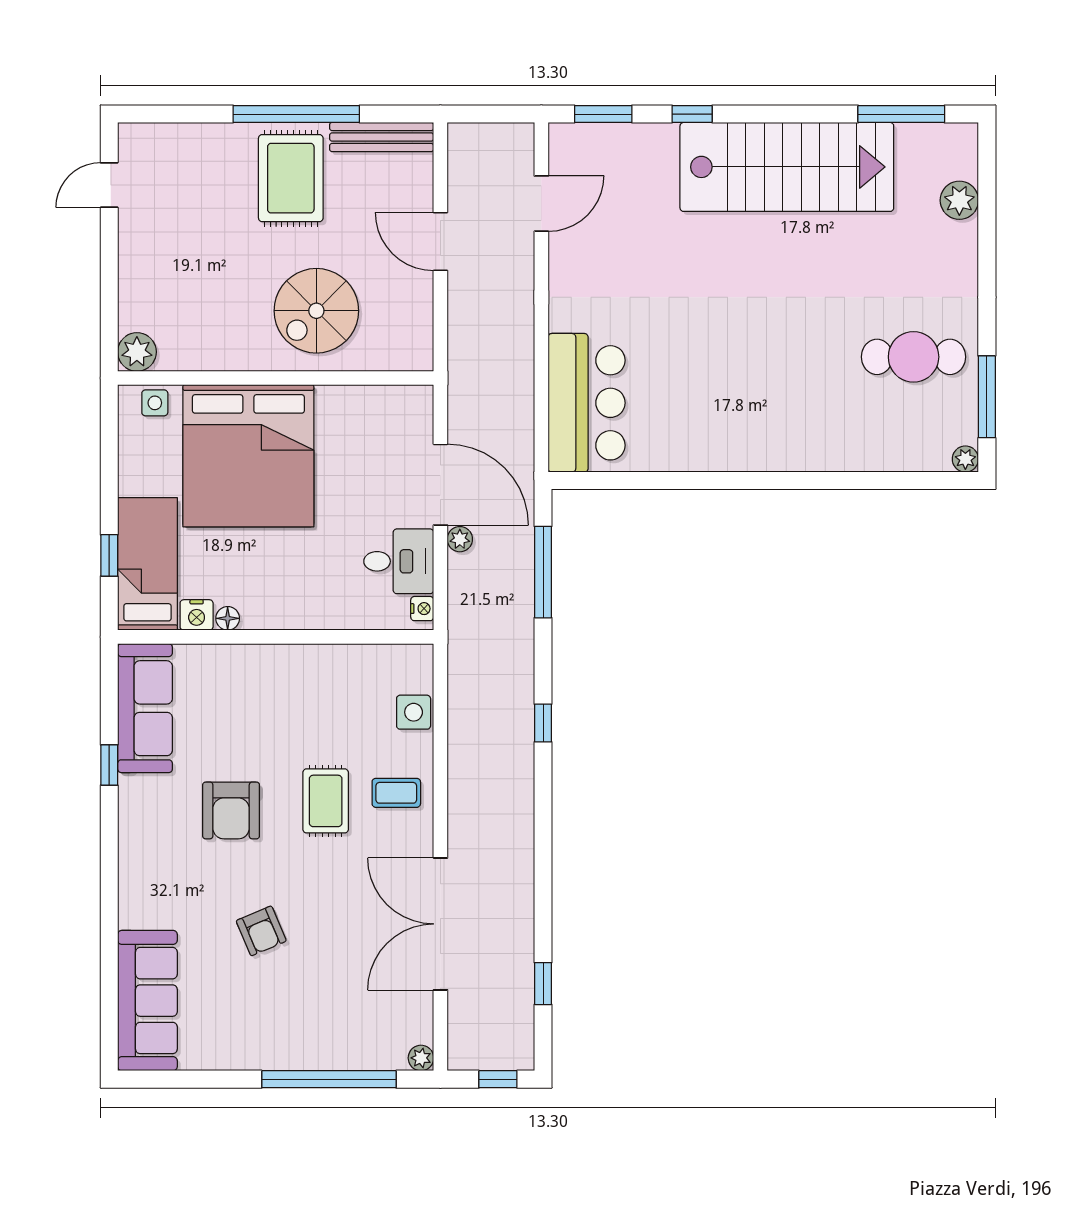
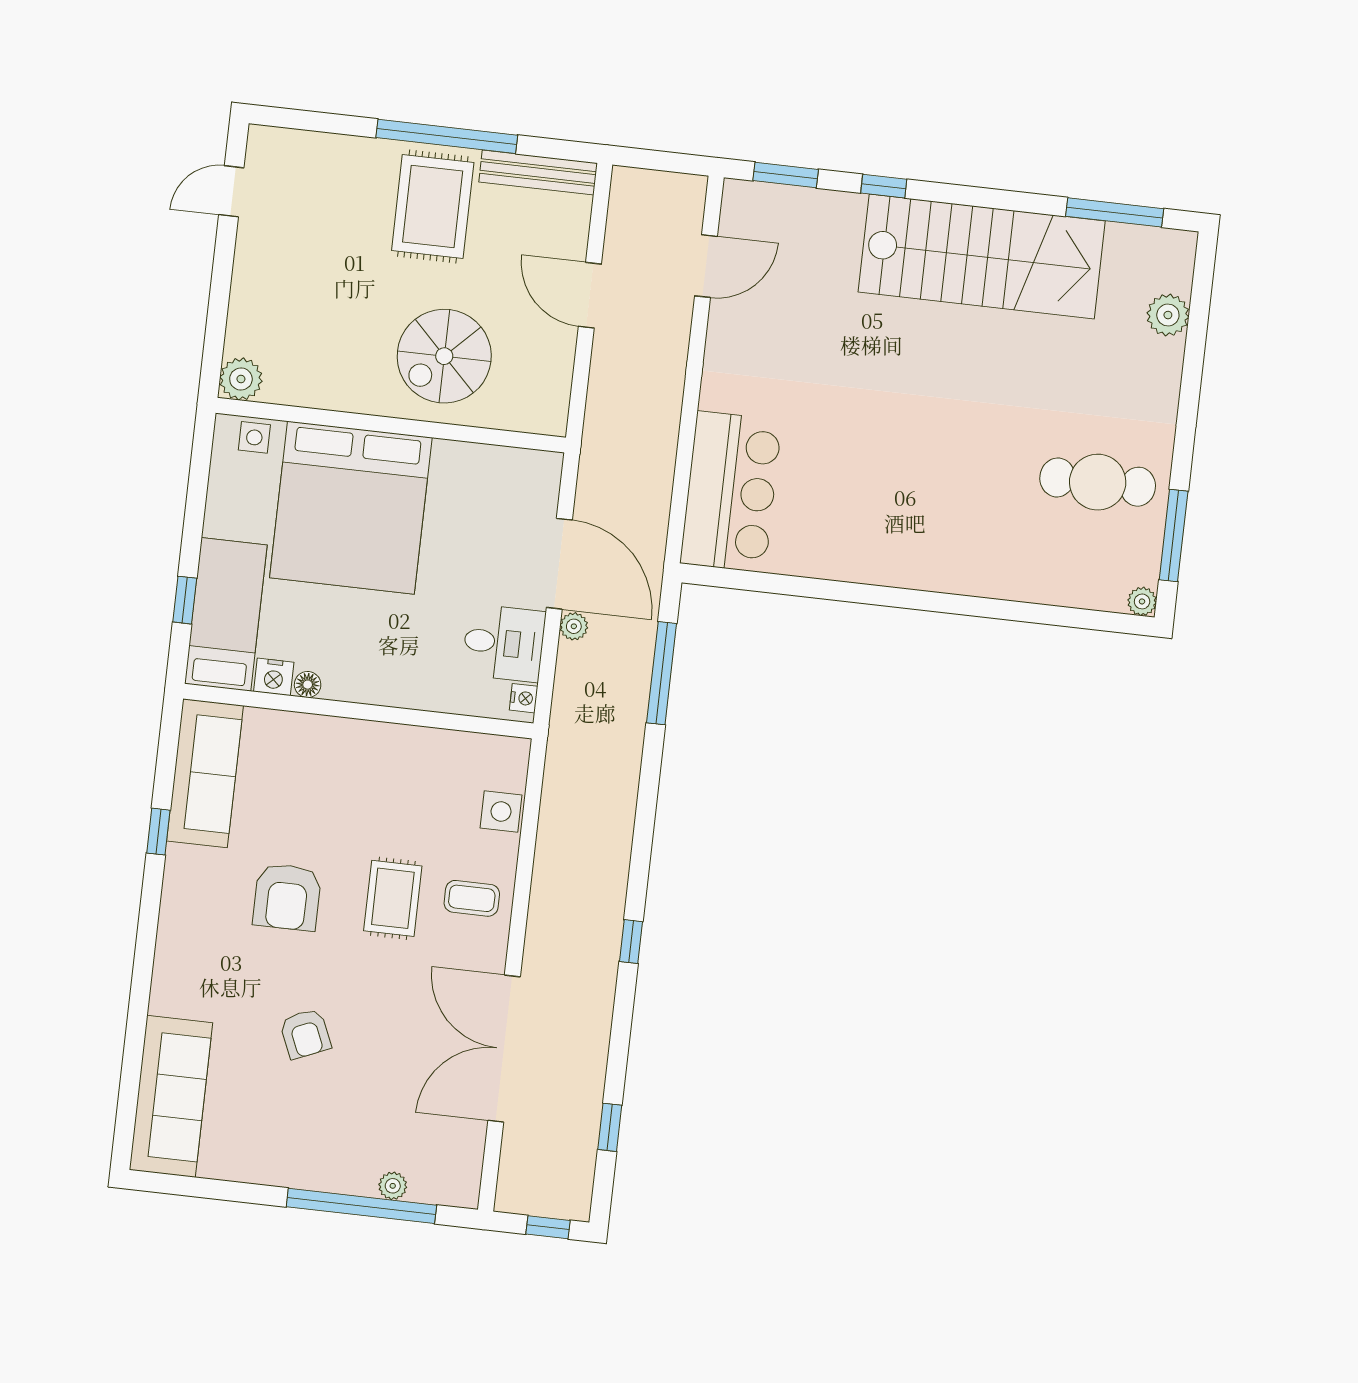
window: (543, 723) -> (631, 942), moved
plant: (421, 1058) -> (393, 1186), moved

